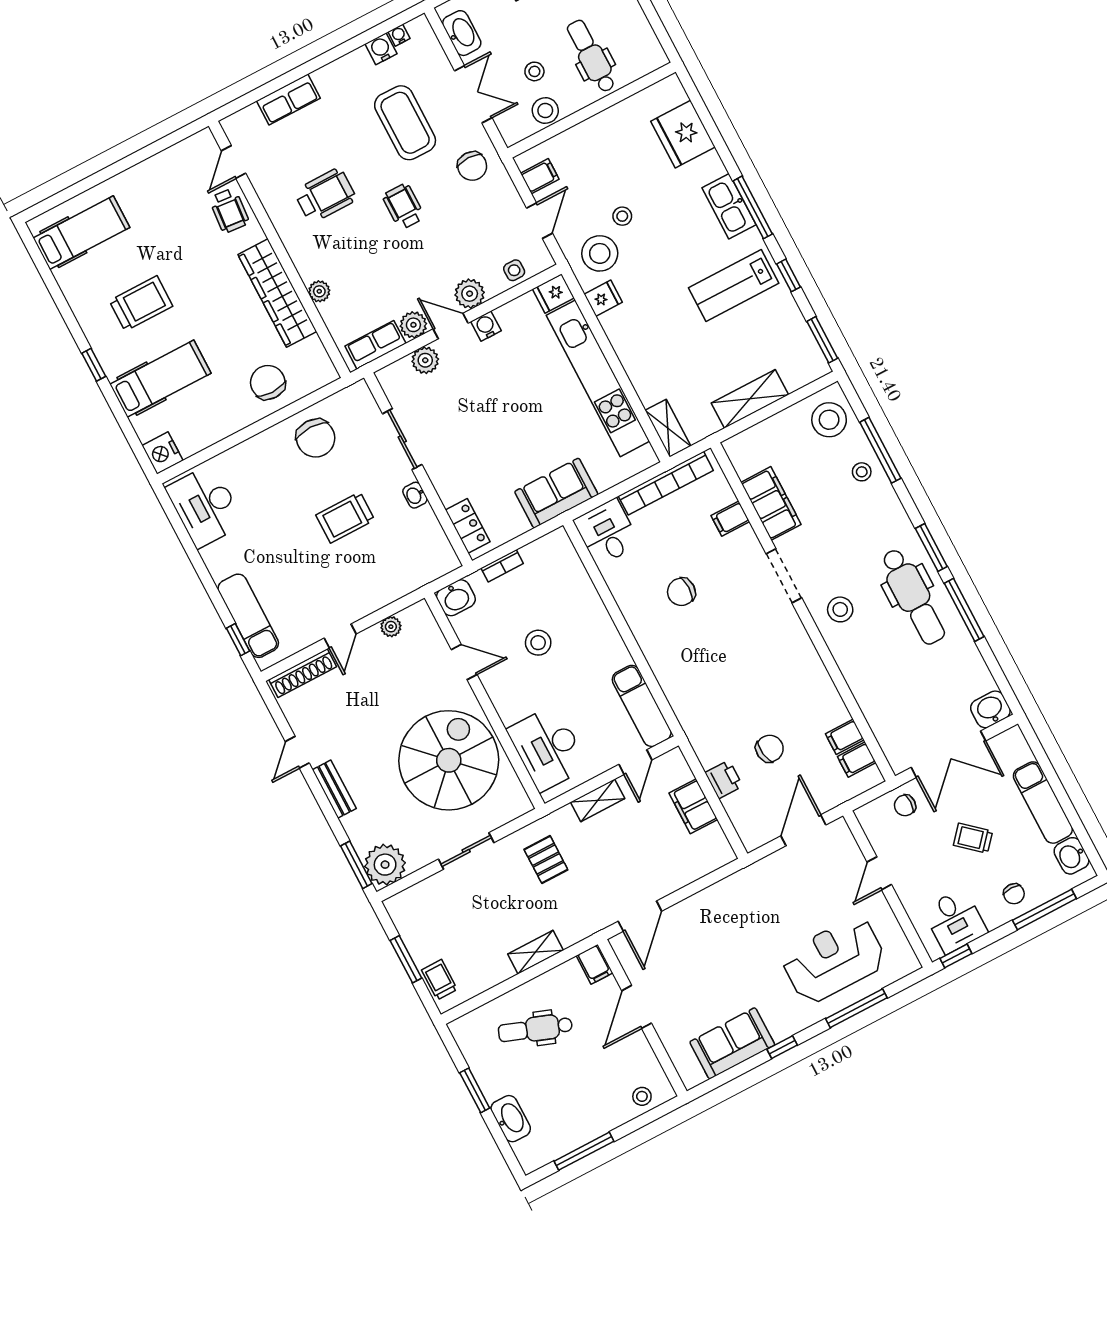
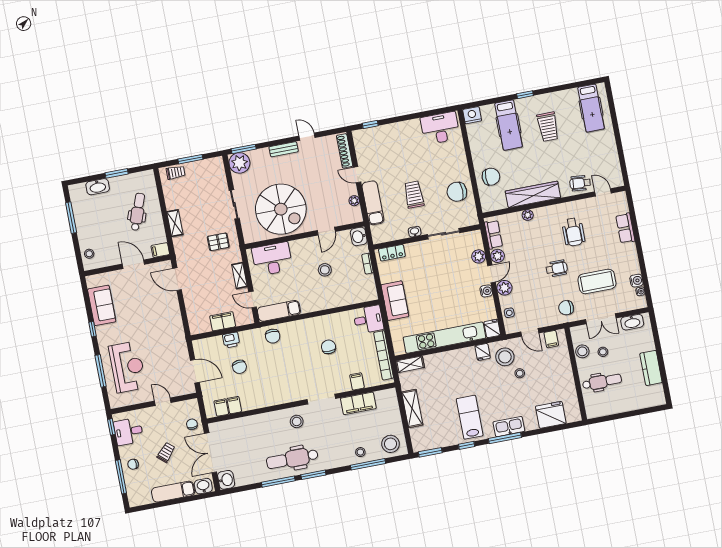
exam couch: (248, 616) -> (373, 203), moved, turned -90
chair: (693, 703) -> (273, 336), added
washbasin: (1071, 856) -> (203, 486), moved

